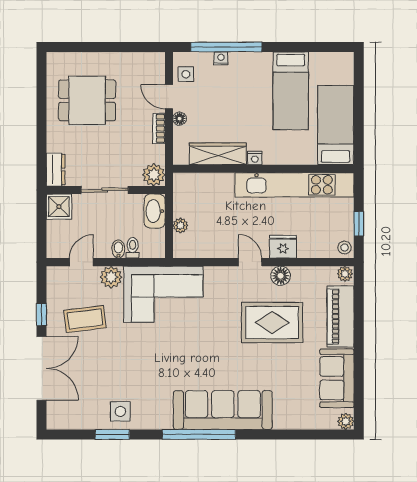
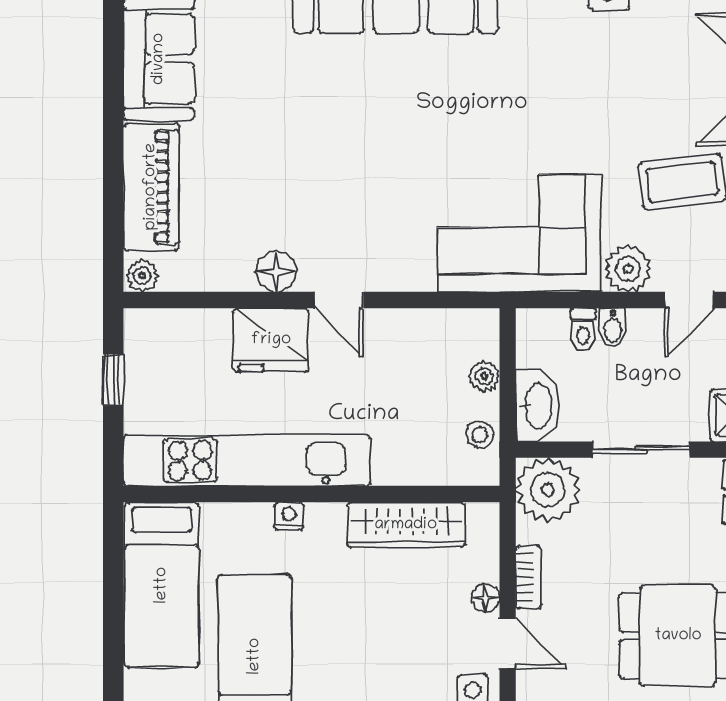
nightstand: (255, 158) -> (289, 516), moved
plant: (154, 175) -> (548, 490), width x1.36, depth x1.36
fridge: (283, 247) -> (271, 340), width x1.36, depth x1.34
stool: (345, 248) -> (480, 435), moved
rug: (272, 322) -> (293, 175), removed

